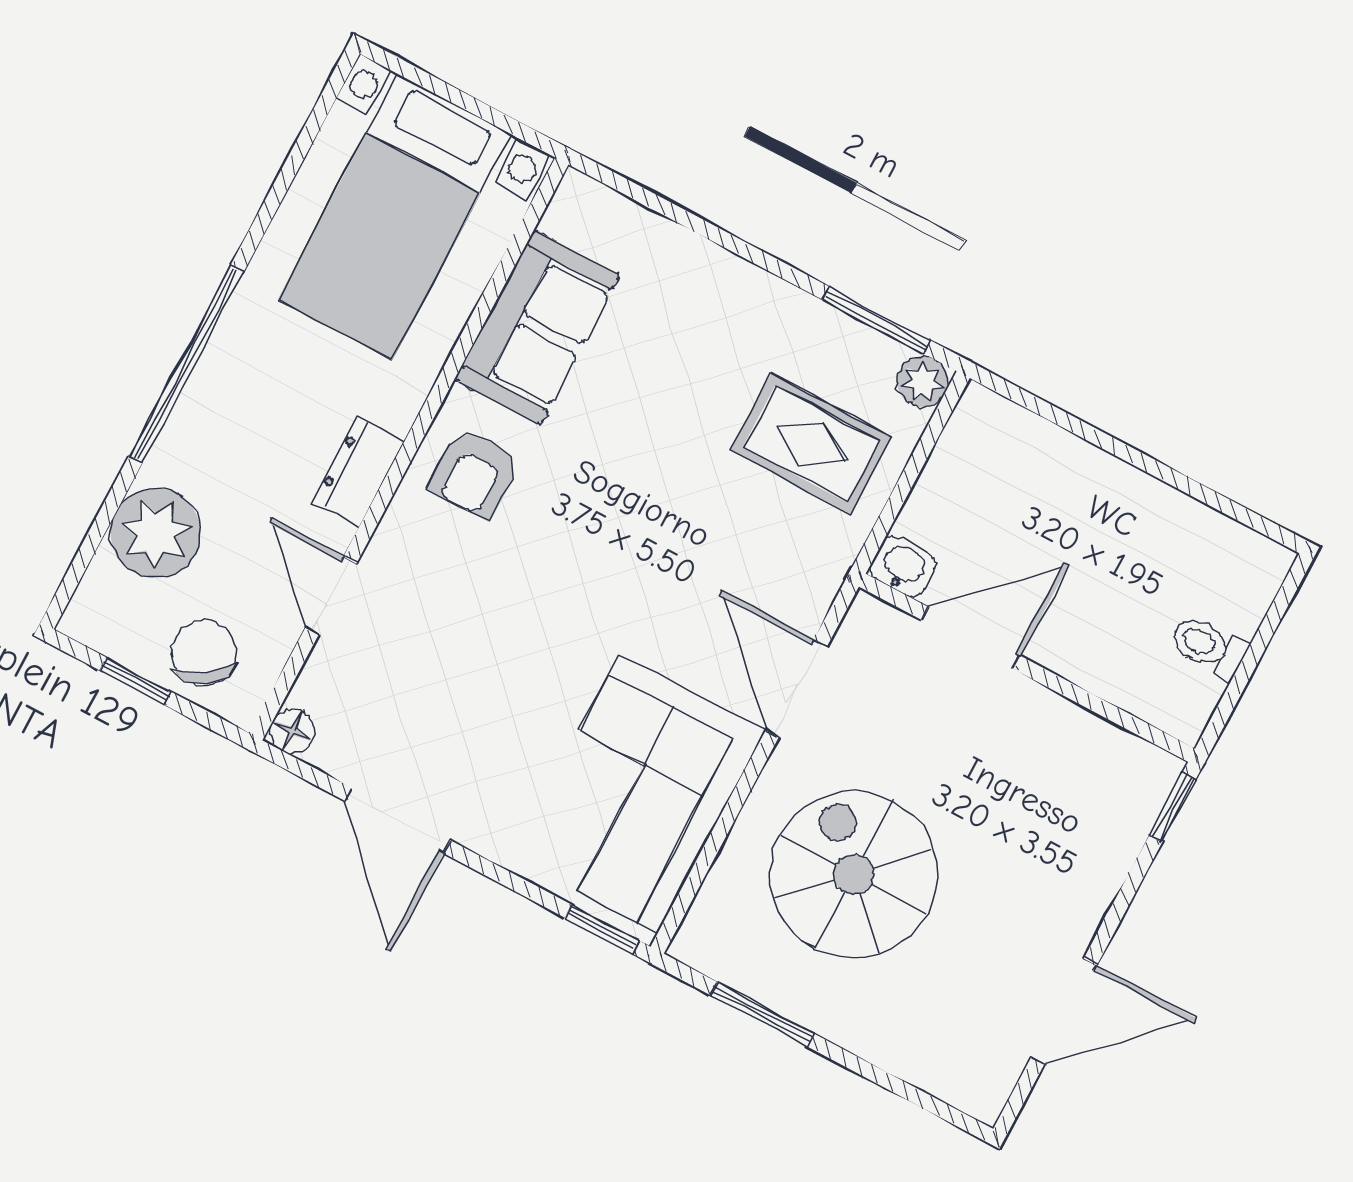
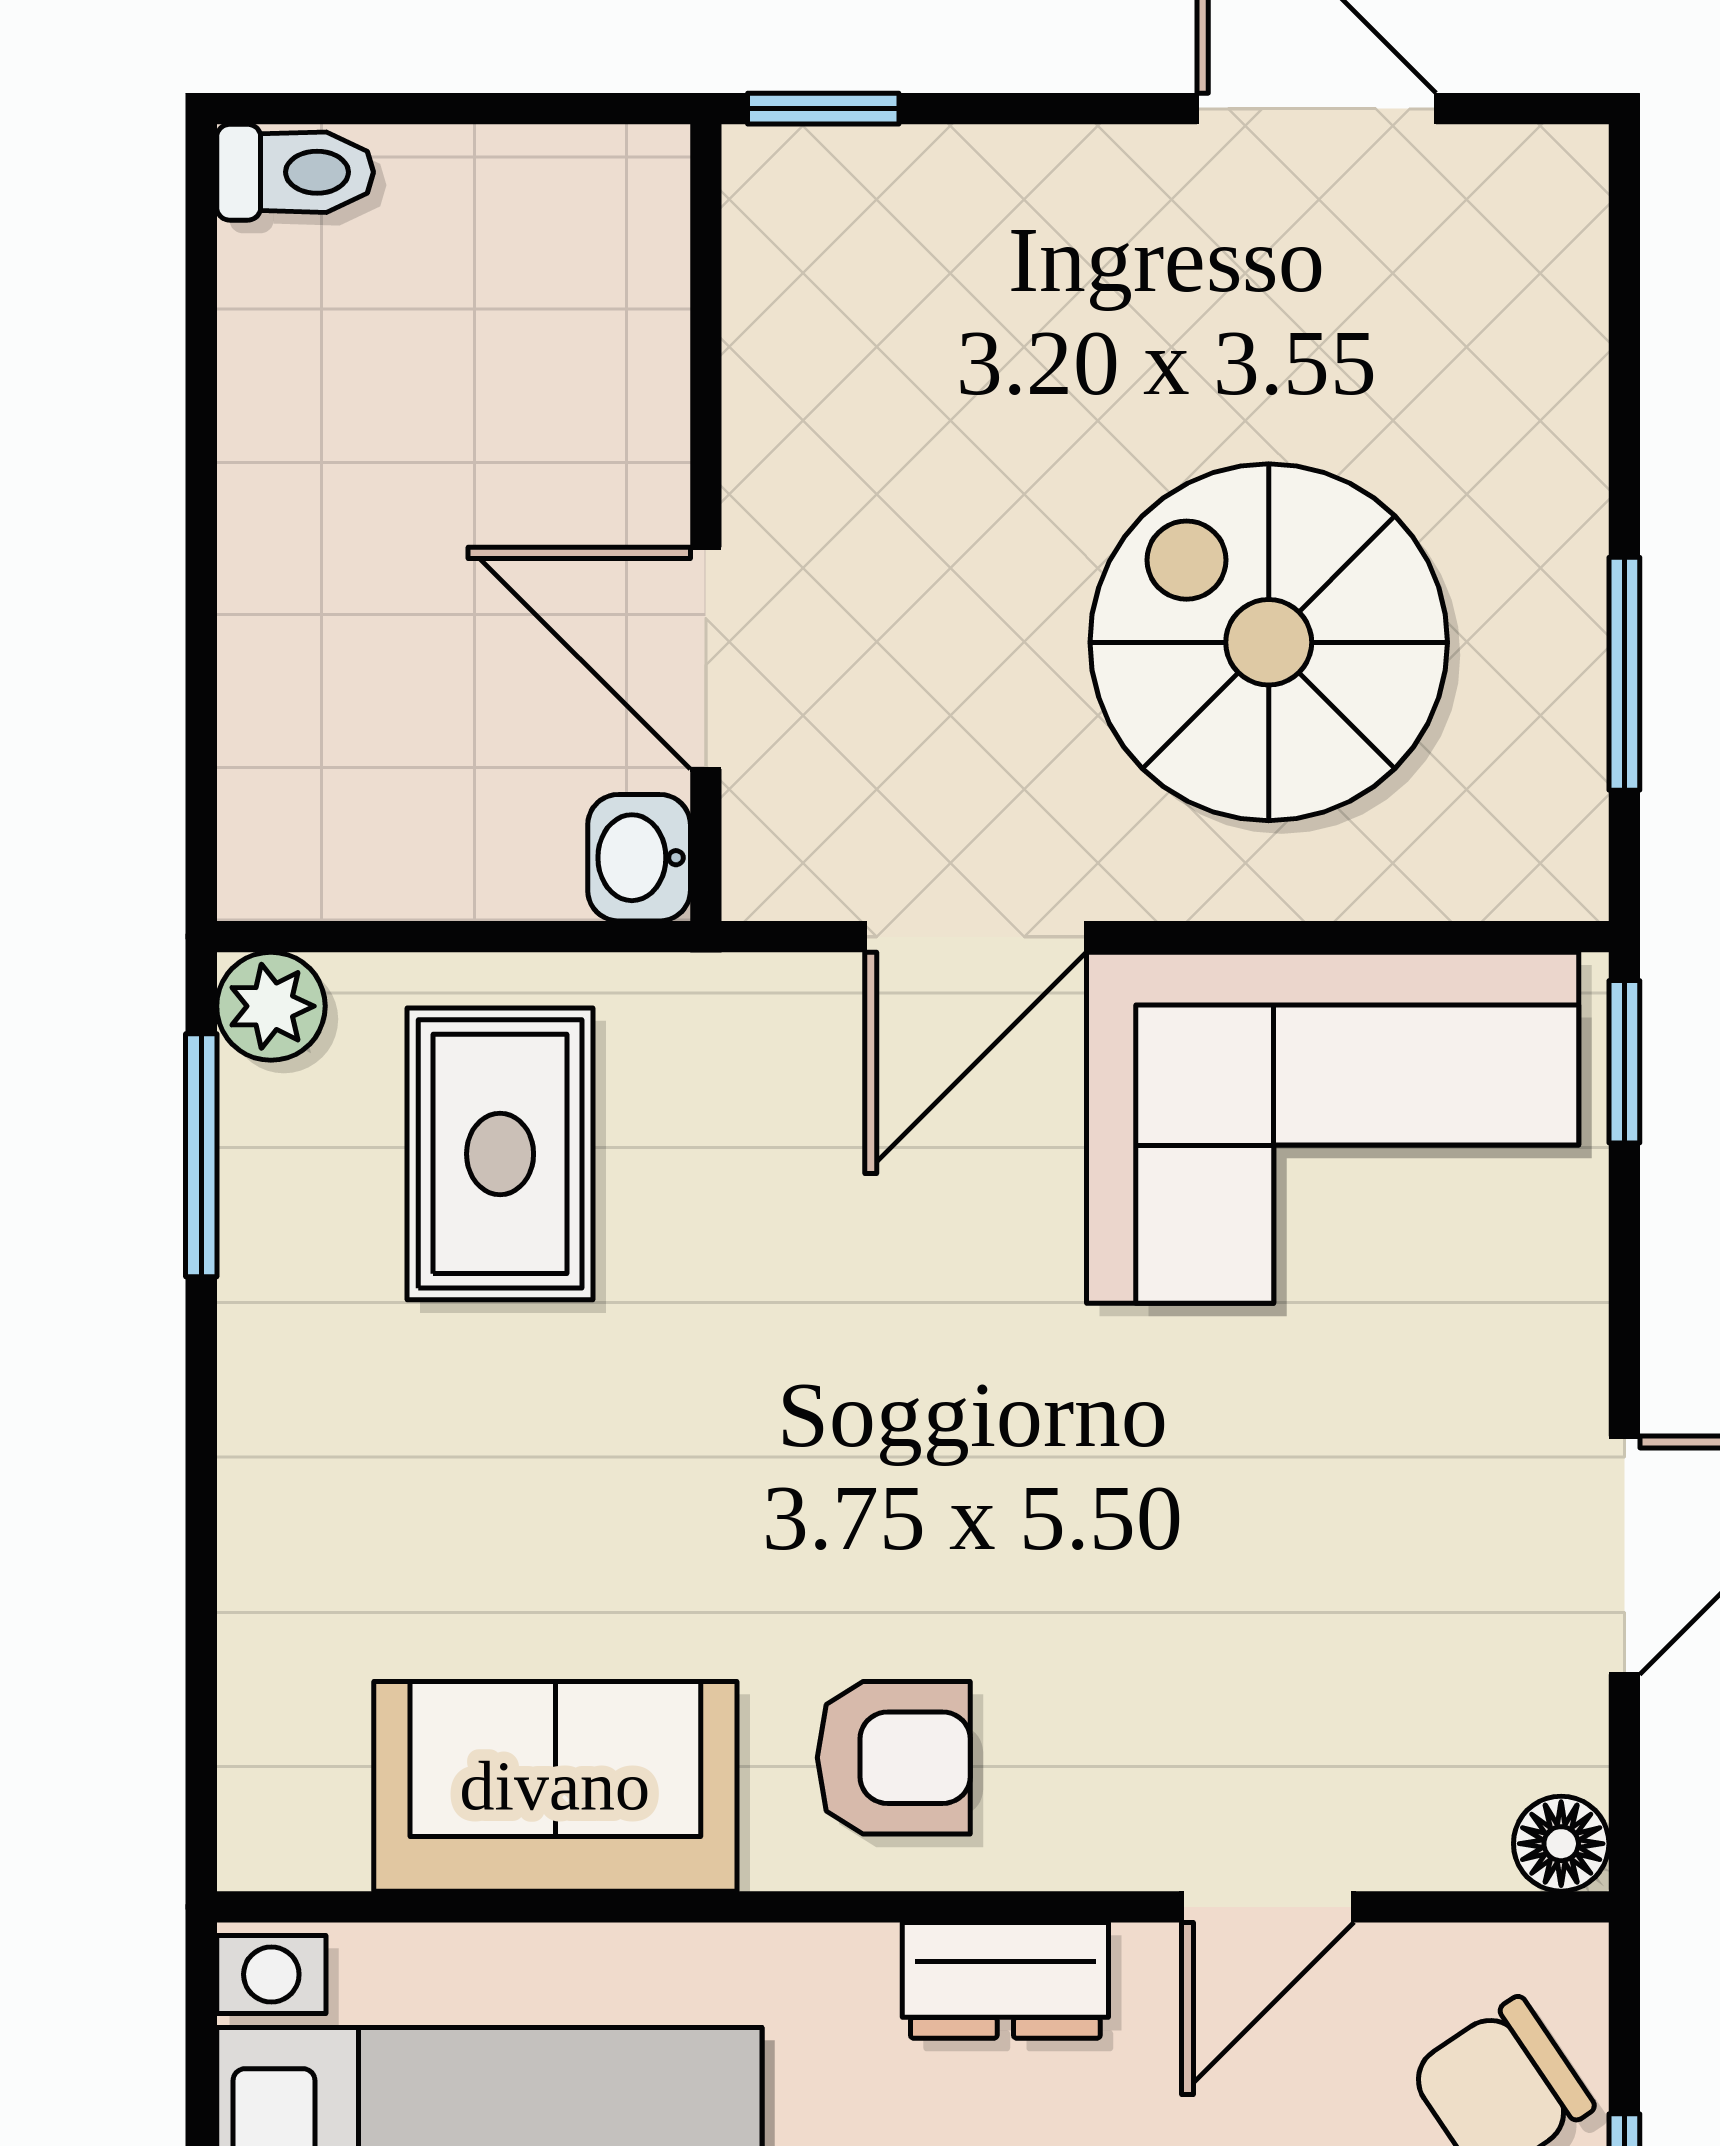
toilet: (1208, 646) -> (295, 172), moved, turned -90
spiral stairs: (854, 874) -> (1269, 642), turned 90

